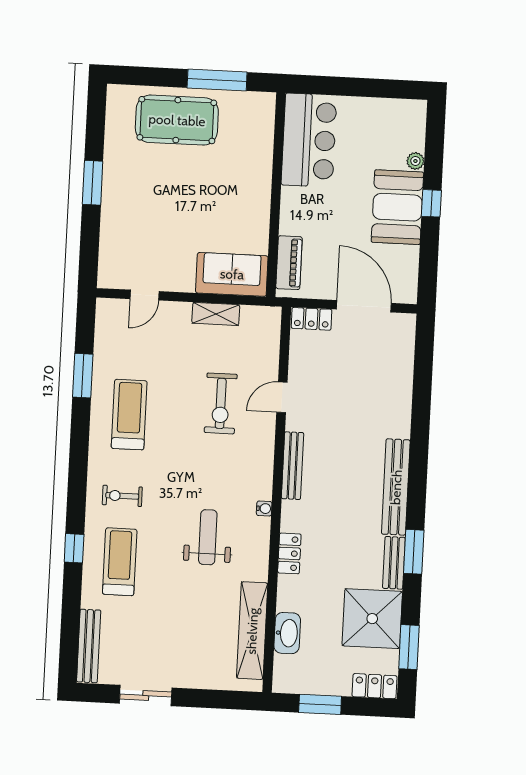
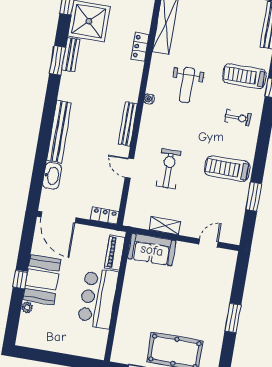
bar counter: (309, 140) -> (98, 298), moved
door: (364, 306) -> (58, 217), moved
door: (282, 397) -> (129, 168), swing flipped
treadmill: (129, 415) -> (227, 169), turned 90
bench: (396, 487) -> (59, 132), moved
locker: (289, 553) -> (140, 47), moved
treadmill: (120, 562) -> (244, 76), turned 90
washbasin: (287, 633) -> (52, 176), moved, turned 180

